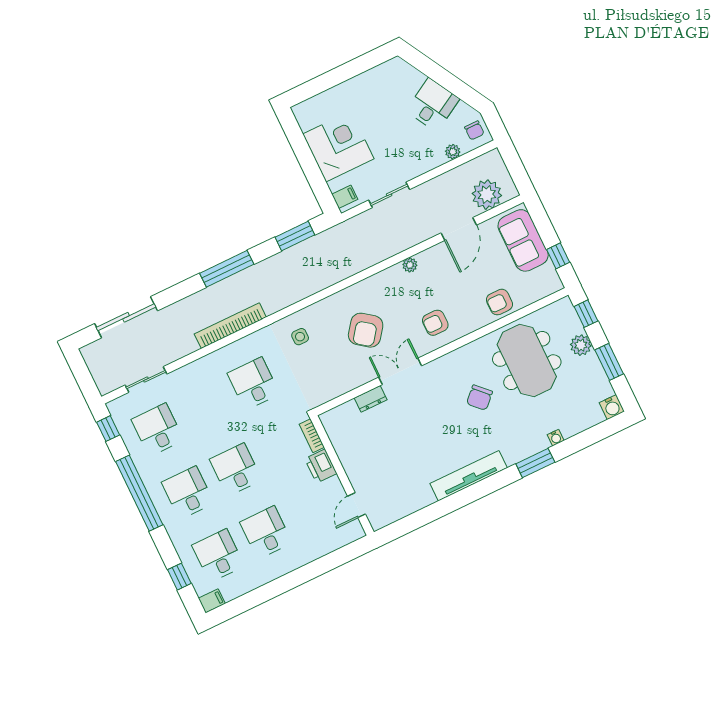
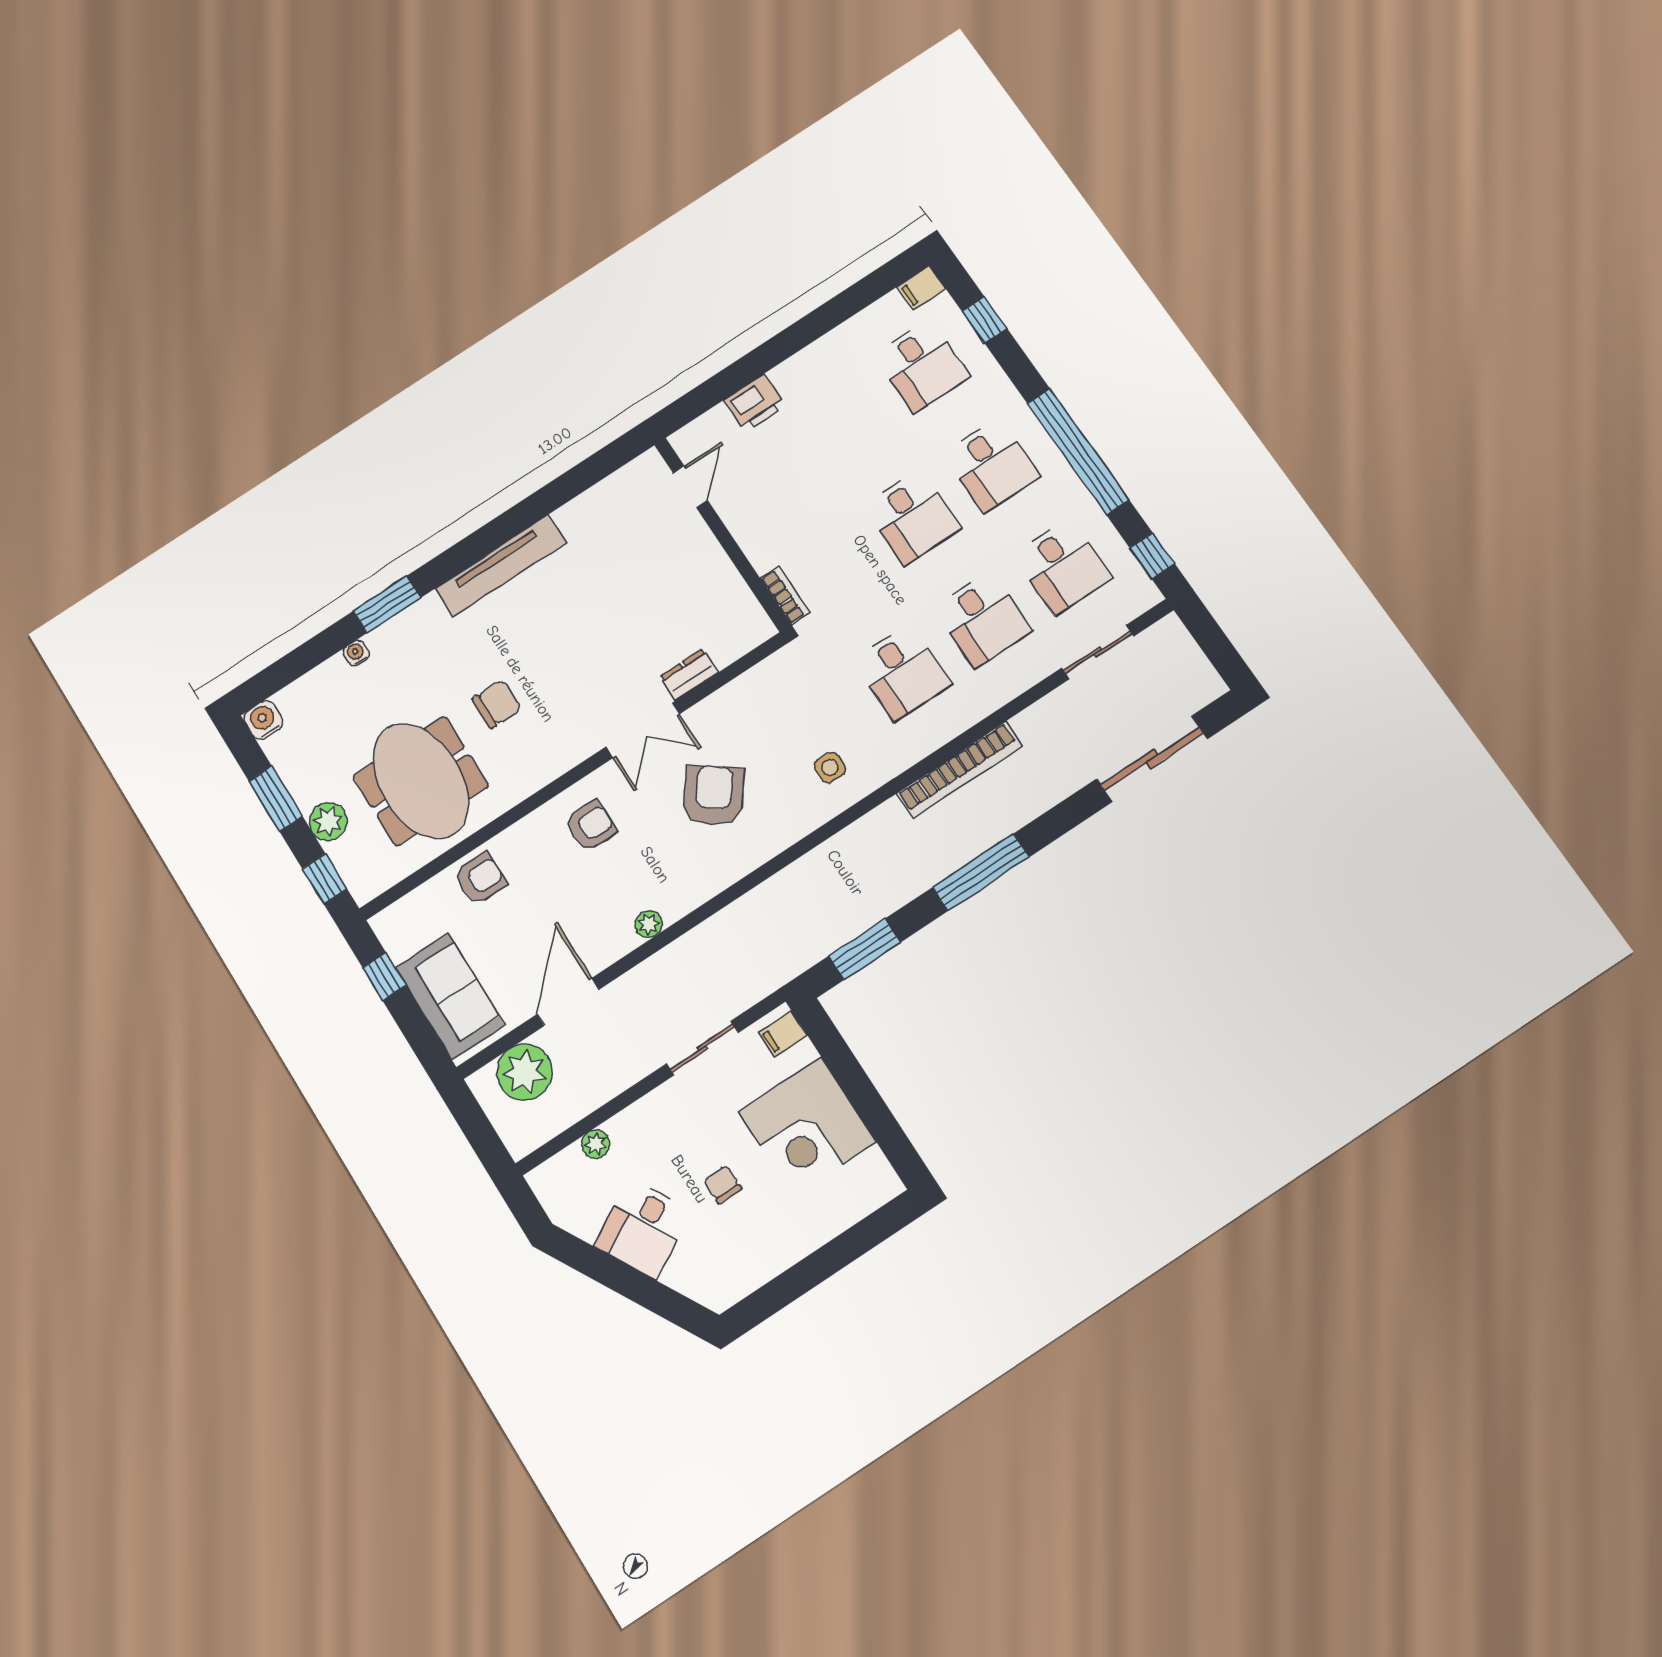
chair: (474, 130) -> (723, 1185), moved
chair: (479, 398) -> (497, 704), turned 45
printer: (321, 466) -> (755, 403), moved, turned 90
desk: (266, 532) -> (983, 619), moved

